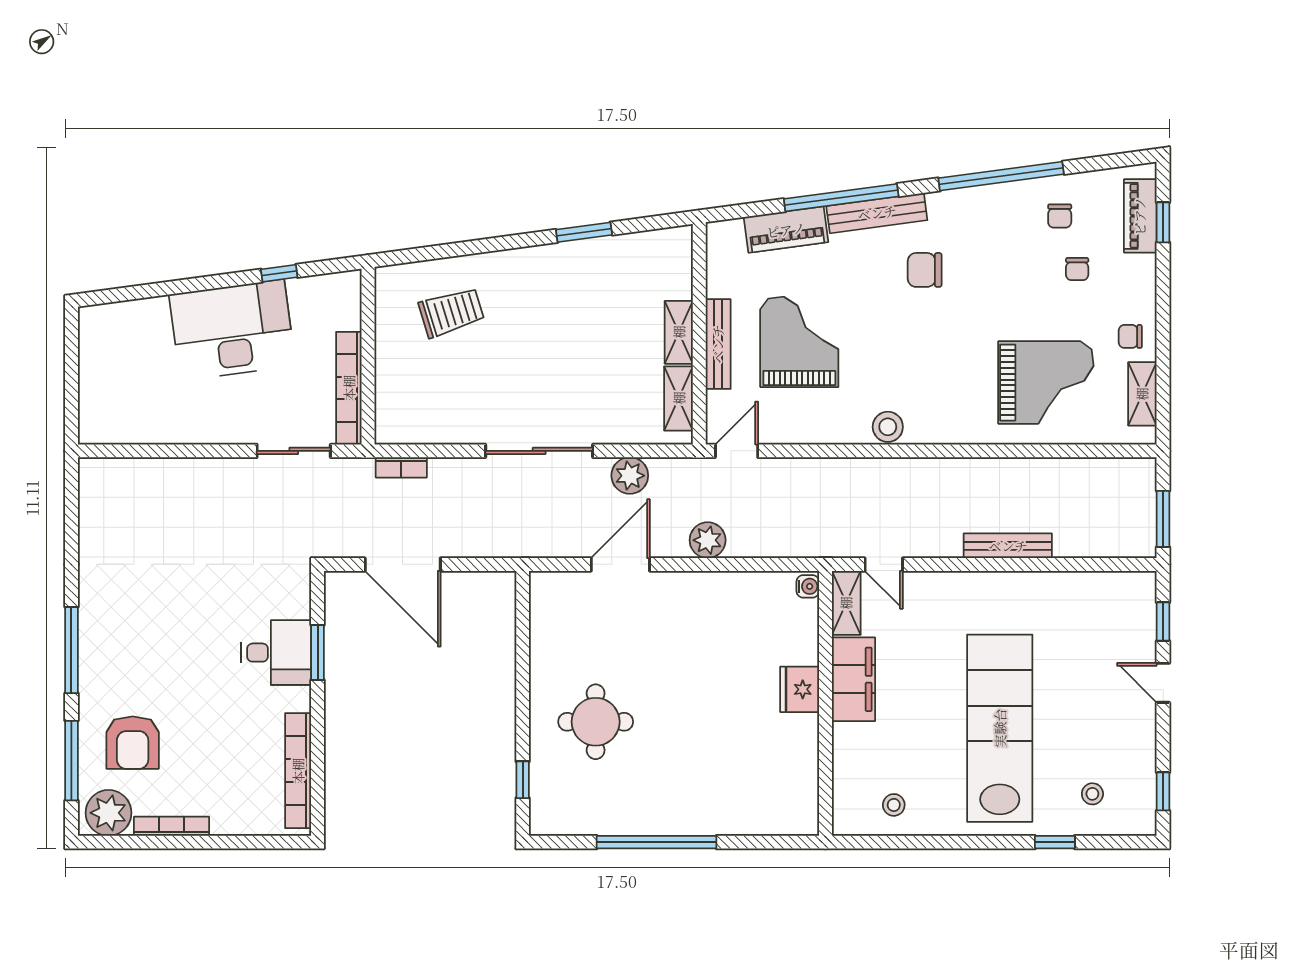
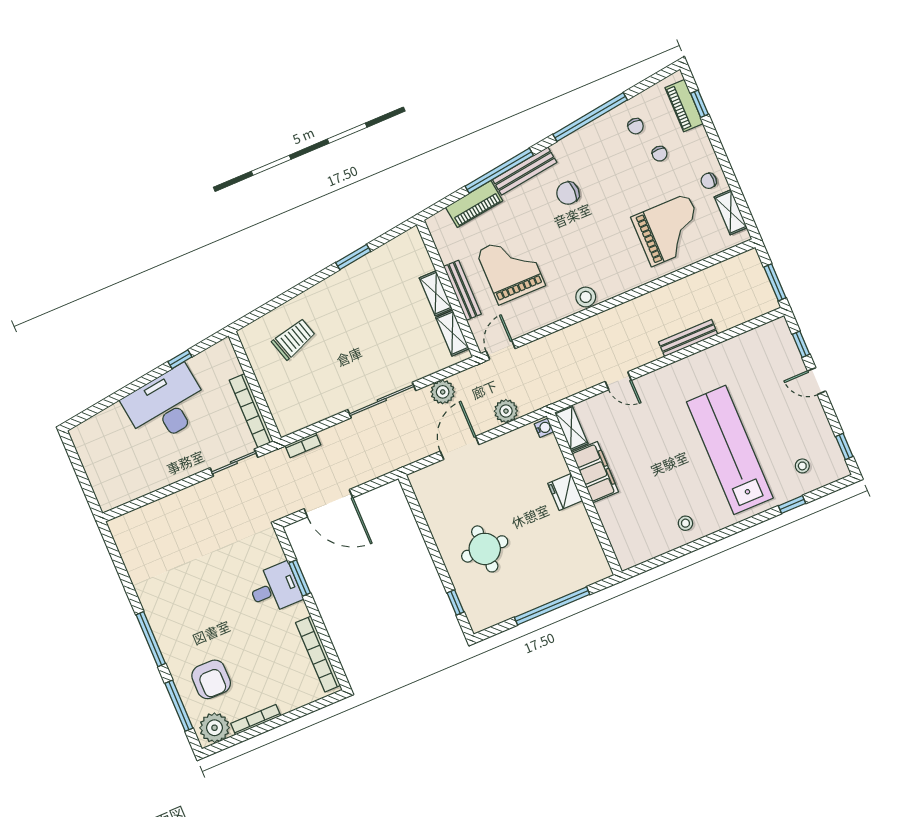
water cooler: (808, 586) -> (544, 428), moved
shelving: (846, 603) -> (571, 428), moved
filing cabinet: (853, 679) -> (595, 472), moved
fridge: (800, 689) -> (565, 492), moved
wall: (825, 703) -> (584, 494), moved

